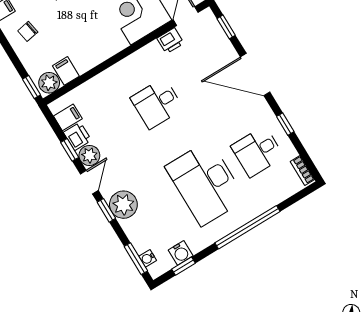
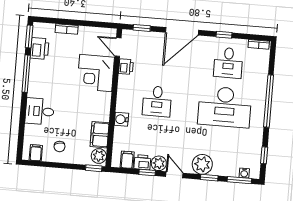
filing cabinet: (66, 71) -> (100, 135), width x2.00
window: (106, 210) -> (209, 178), moved
water cooler: (181, 253) -> (121, 119), moved, turned 180

